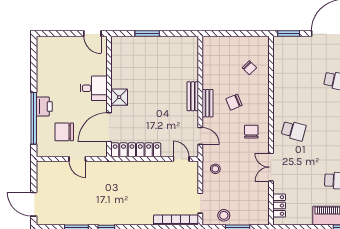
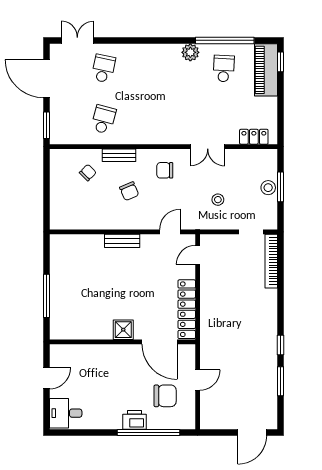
door: (92, 34) -> (47, 378), moved
window: (147, 34) -> (47, 296), width x1.44
desk: (94, 88) -> (66, 413), moved, turned -90
bench: (207, 103) -> (119, 155), moved
school desk: (294, 131) -> (103, 119), moved
chair: (64, 132) -> (165, 396), turned -90
stool: (215, 169) -> (218, 200), moved
stool: (224, 215) -> (268, 188), moved

